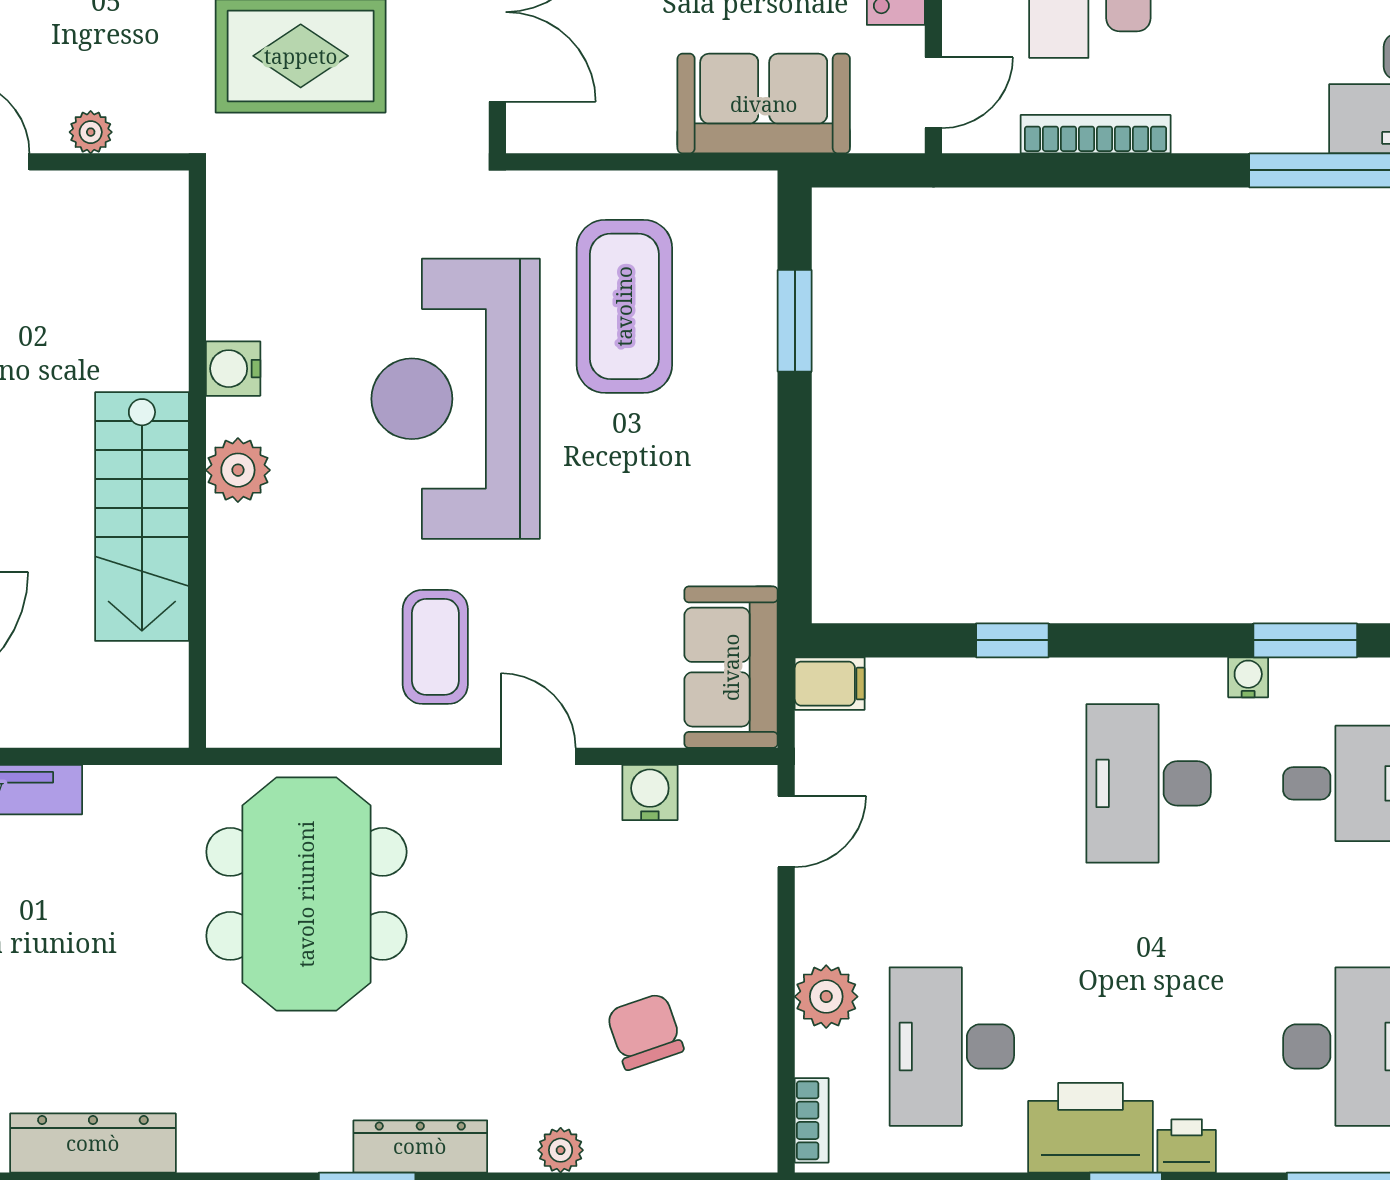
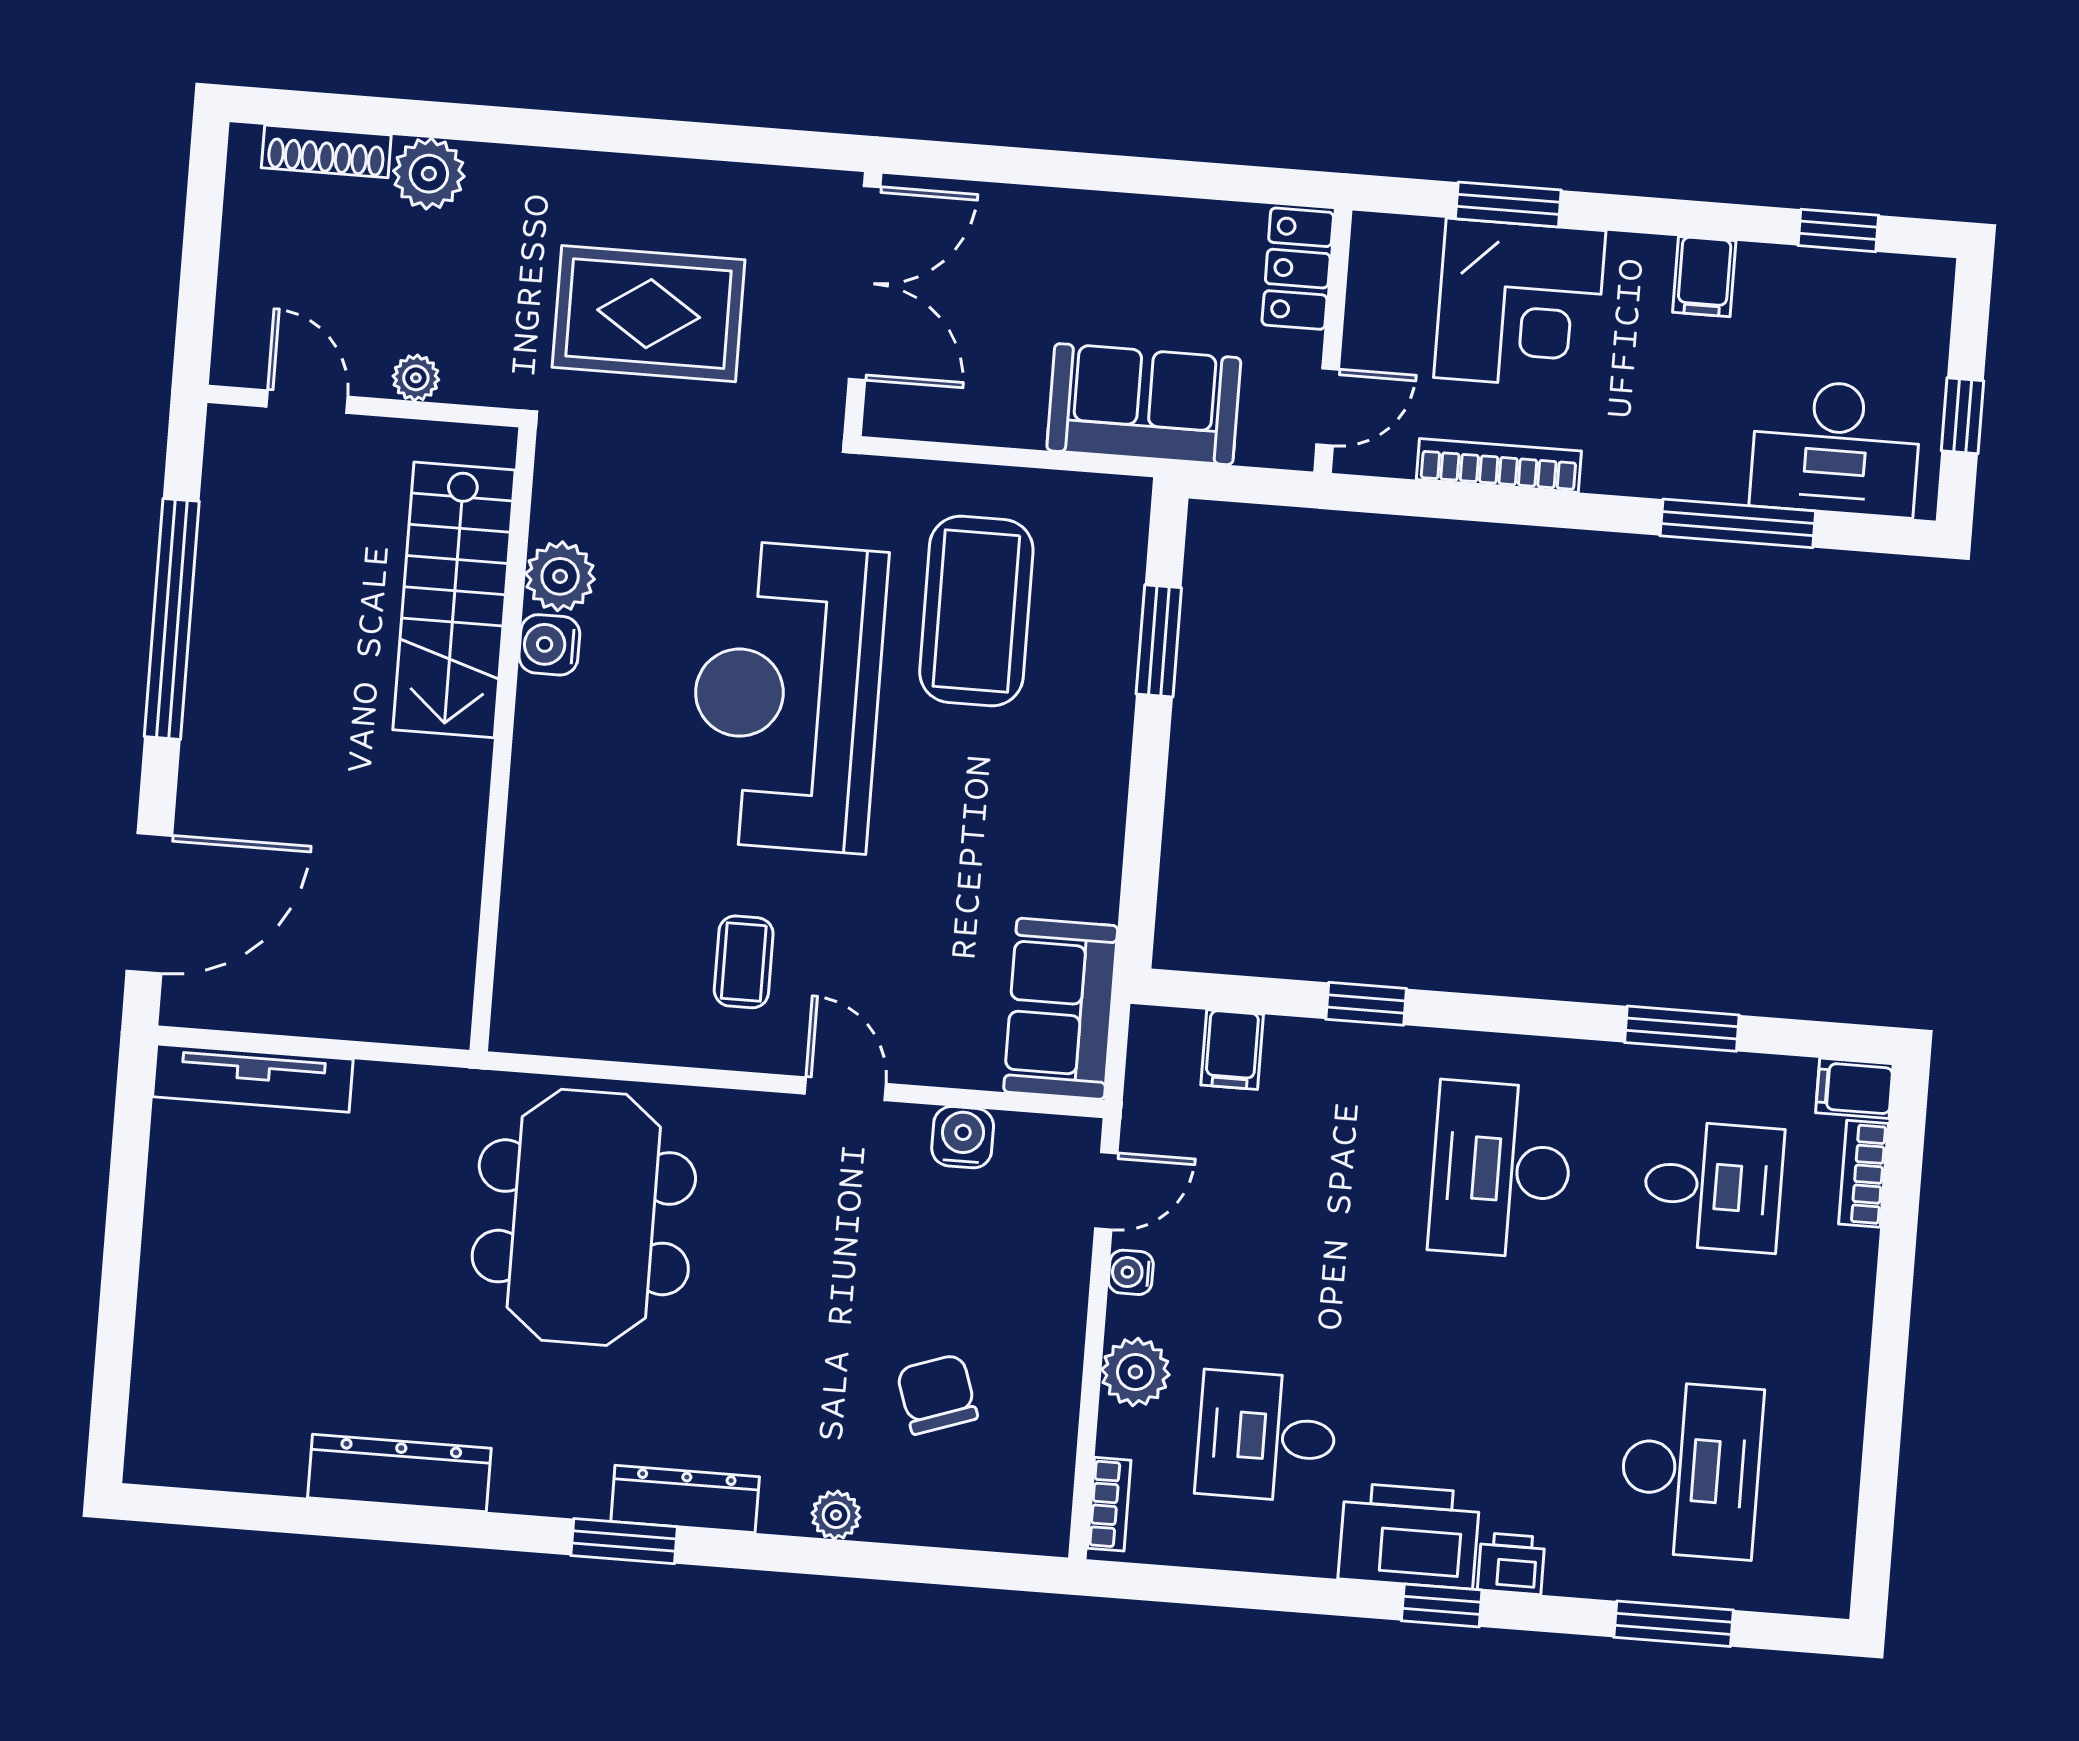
plant: (238, 470) -> (560, 576), moved
stairs: (142, 517) -> (454, 600), moved
coffee table: (435, 647) -> (744, 962), width x0.73, depth x0.77
water cooler: (1248, 677) -> (1131, 1272), moved, turned -90
filing cabinet: (830, 684) -> (1232, 1050), moved, turned 90
desk: (952, 1047) -> (1267, 1437), width x0.73
dresser: (93, 1143) -> (399, 1473), moved

